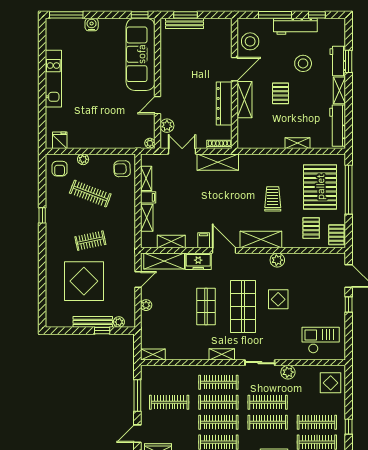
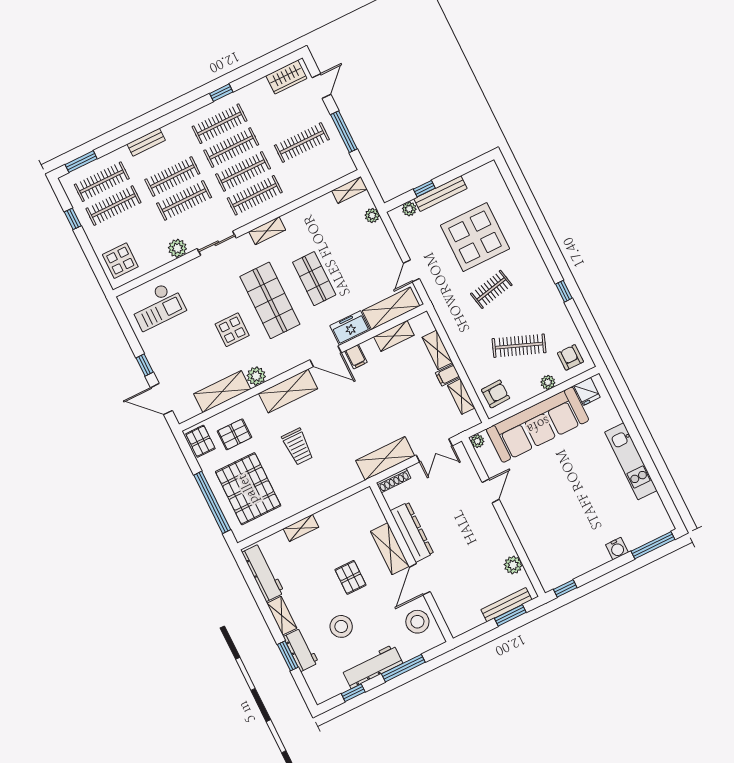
sofa: (141, 54) -> (538, 425), moved, turned 90
plant: (167, 126) -> (513, 565), moved
pallet: (311, 228) -> (234, 434), turned 90
shelving: (305, 261) -> (222, 392), added
plant: (146, 305) -> (372, 216), moved

